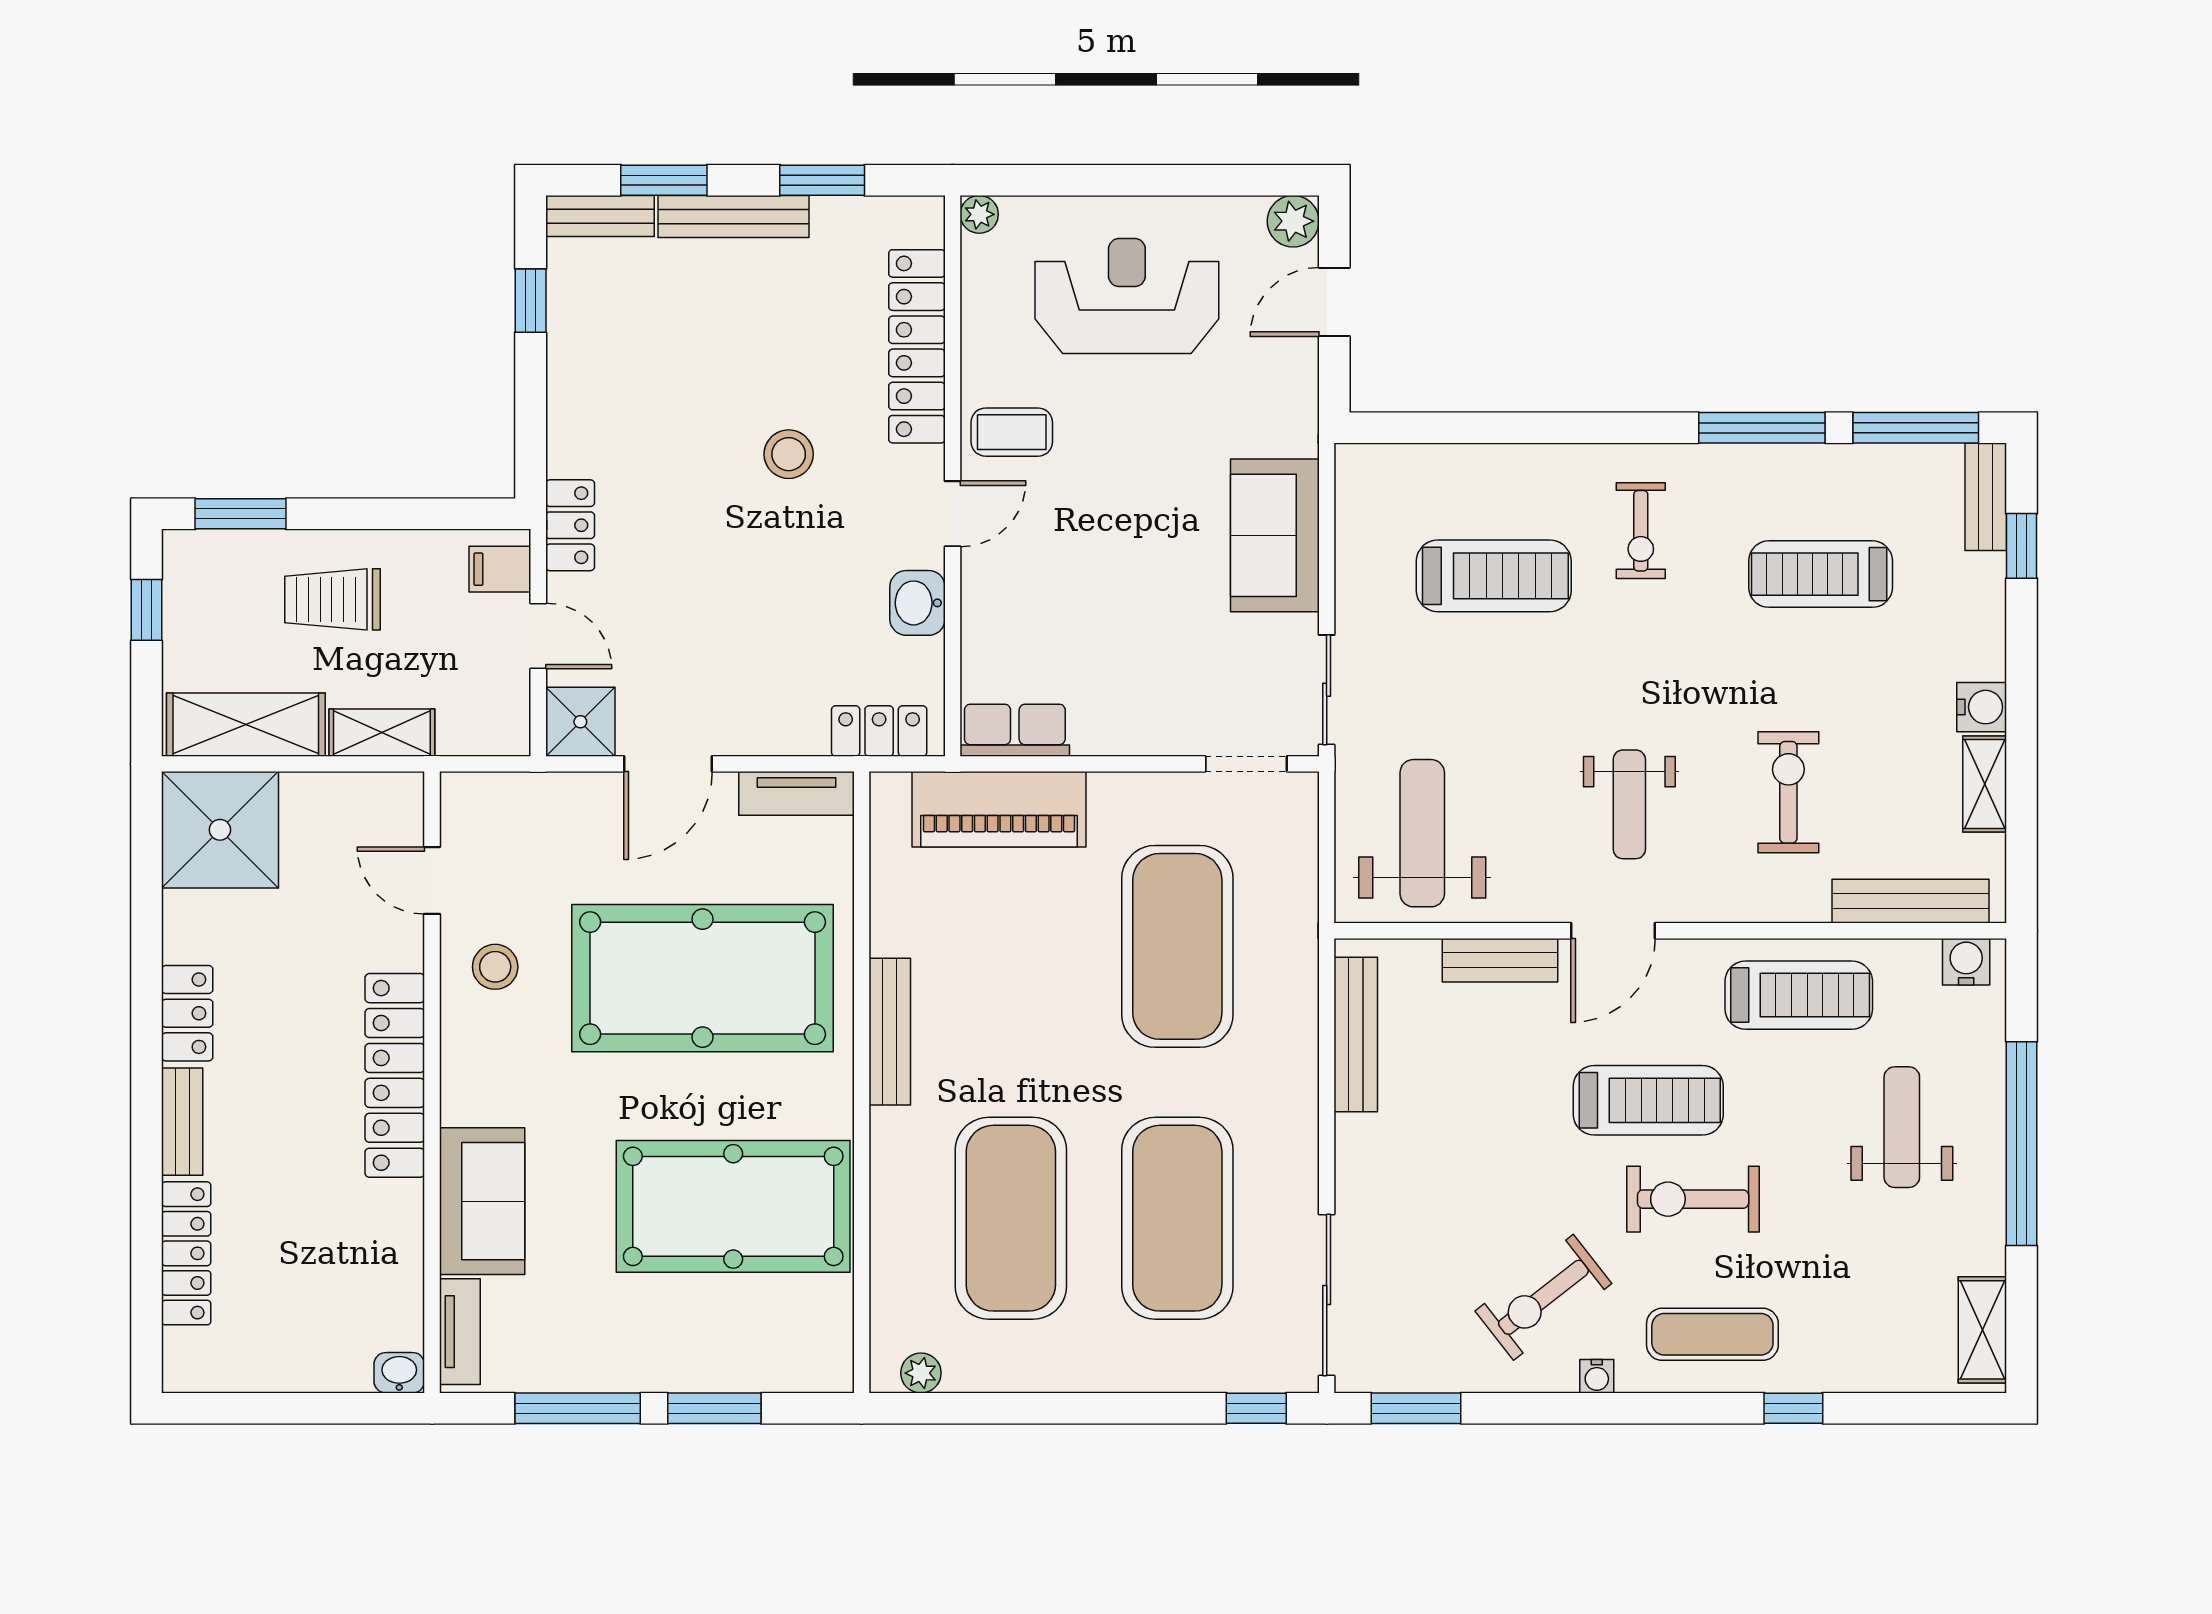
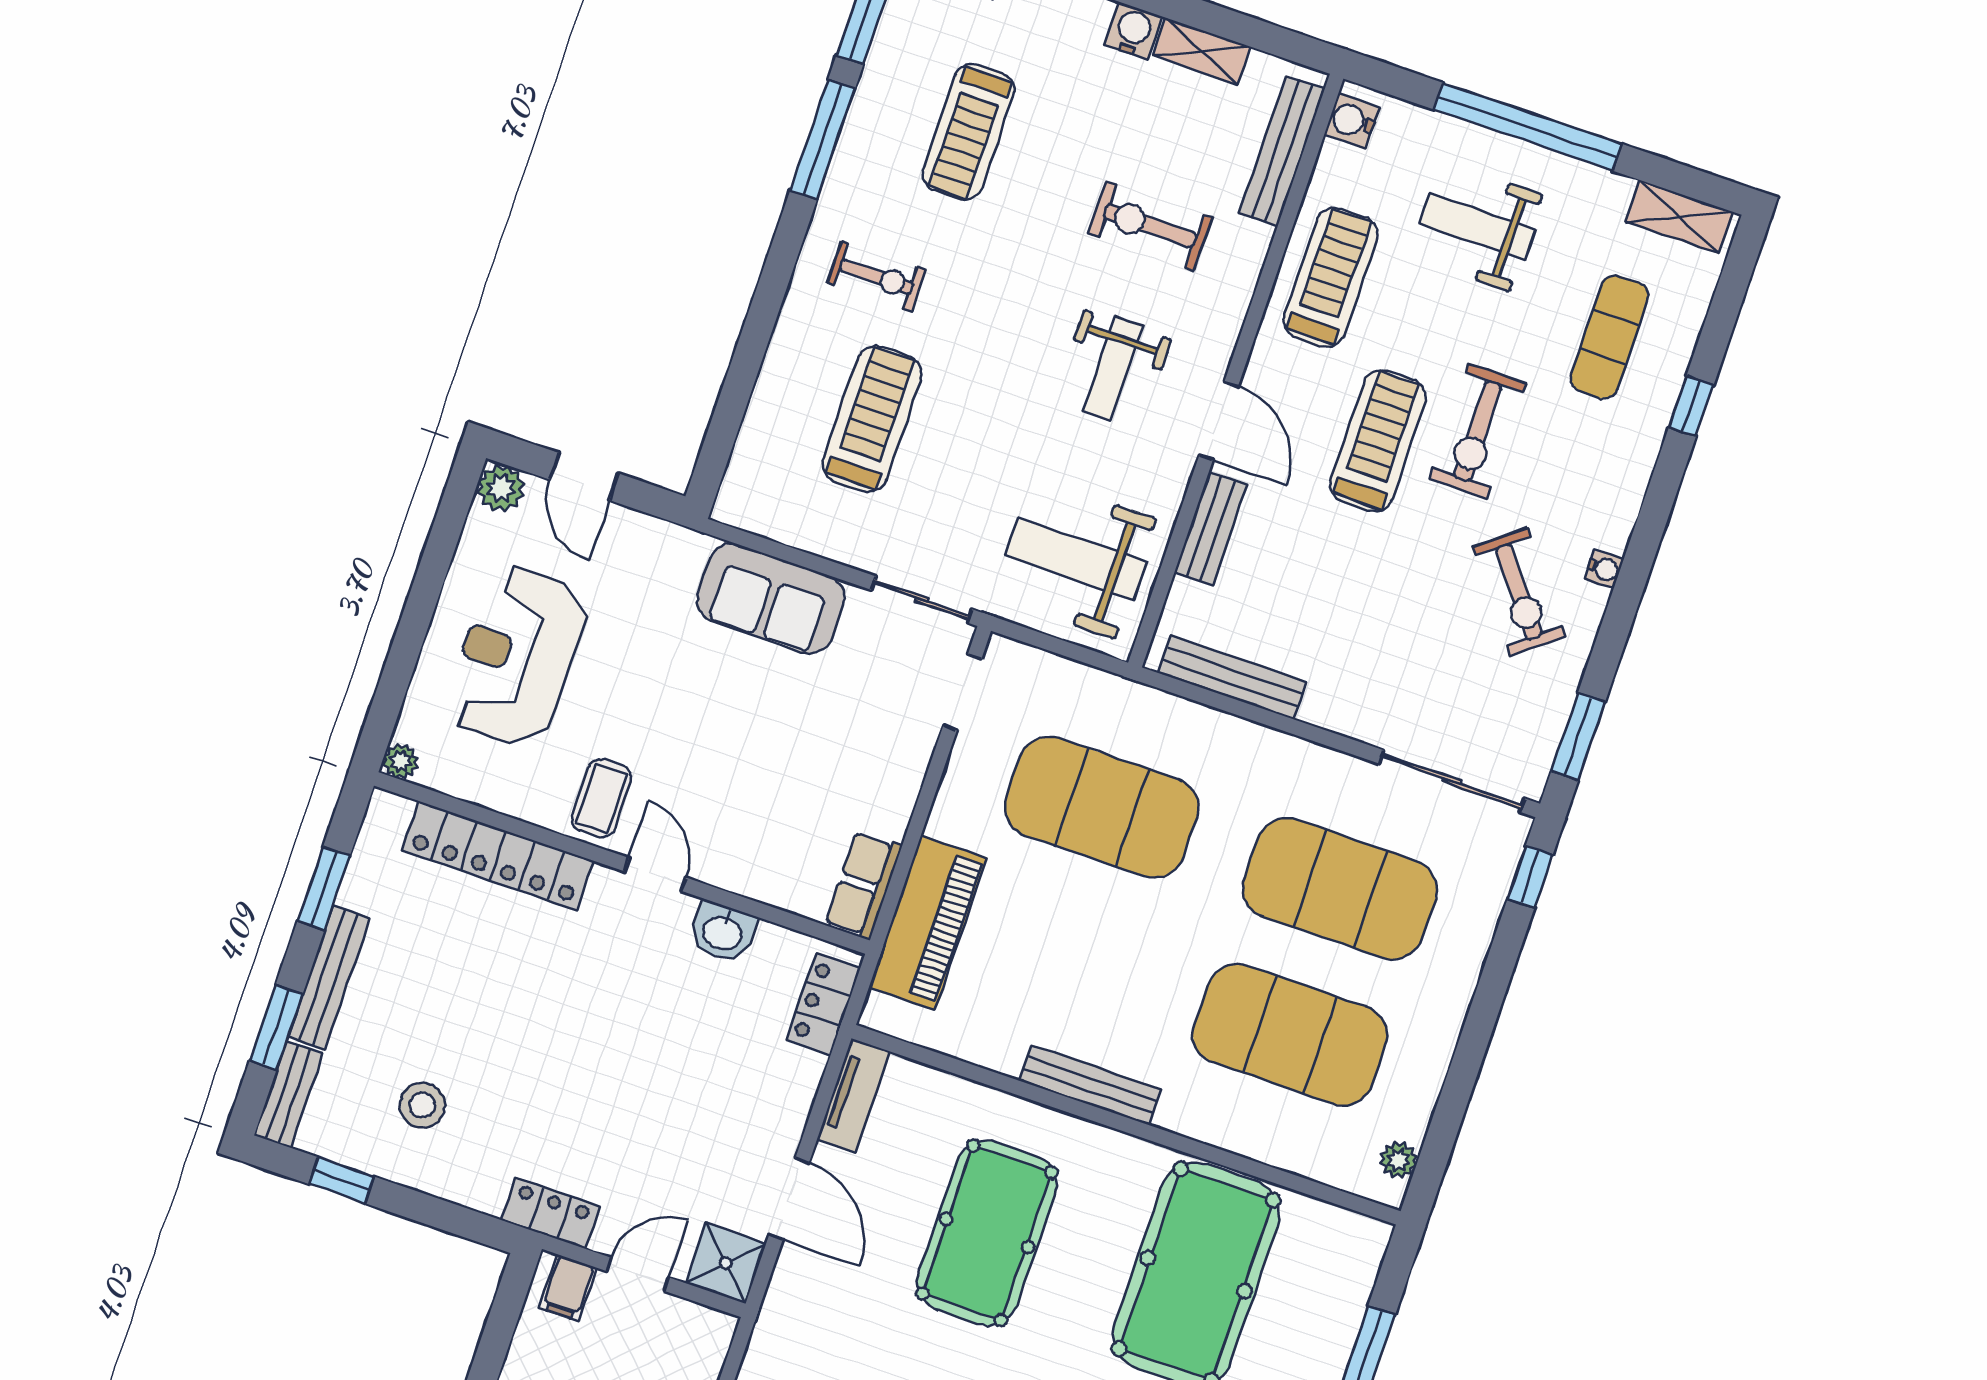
stool: (789, 454) -> (422, 1105), moved
weight bench: (1629, 804) -> (1113, 369), turned 90
pool table: (703, 978) -> (987, 1233), width x0.73, depth x0.76
exercise mat: (1712, 1334) -> (1609, 337), moved

